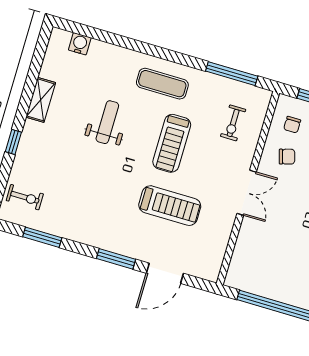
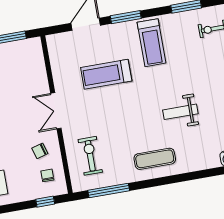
weight bench: (107, 122) -> (180, 112), turned 90
exercise bike: (233, 123) -> (90, 156), width x1.38, depth x1.39
treadmill: (172, 143) -> (151, 43), moved, turned 180

